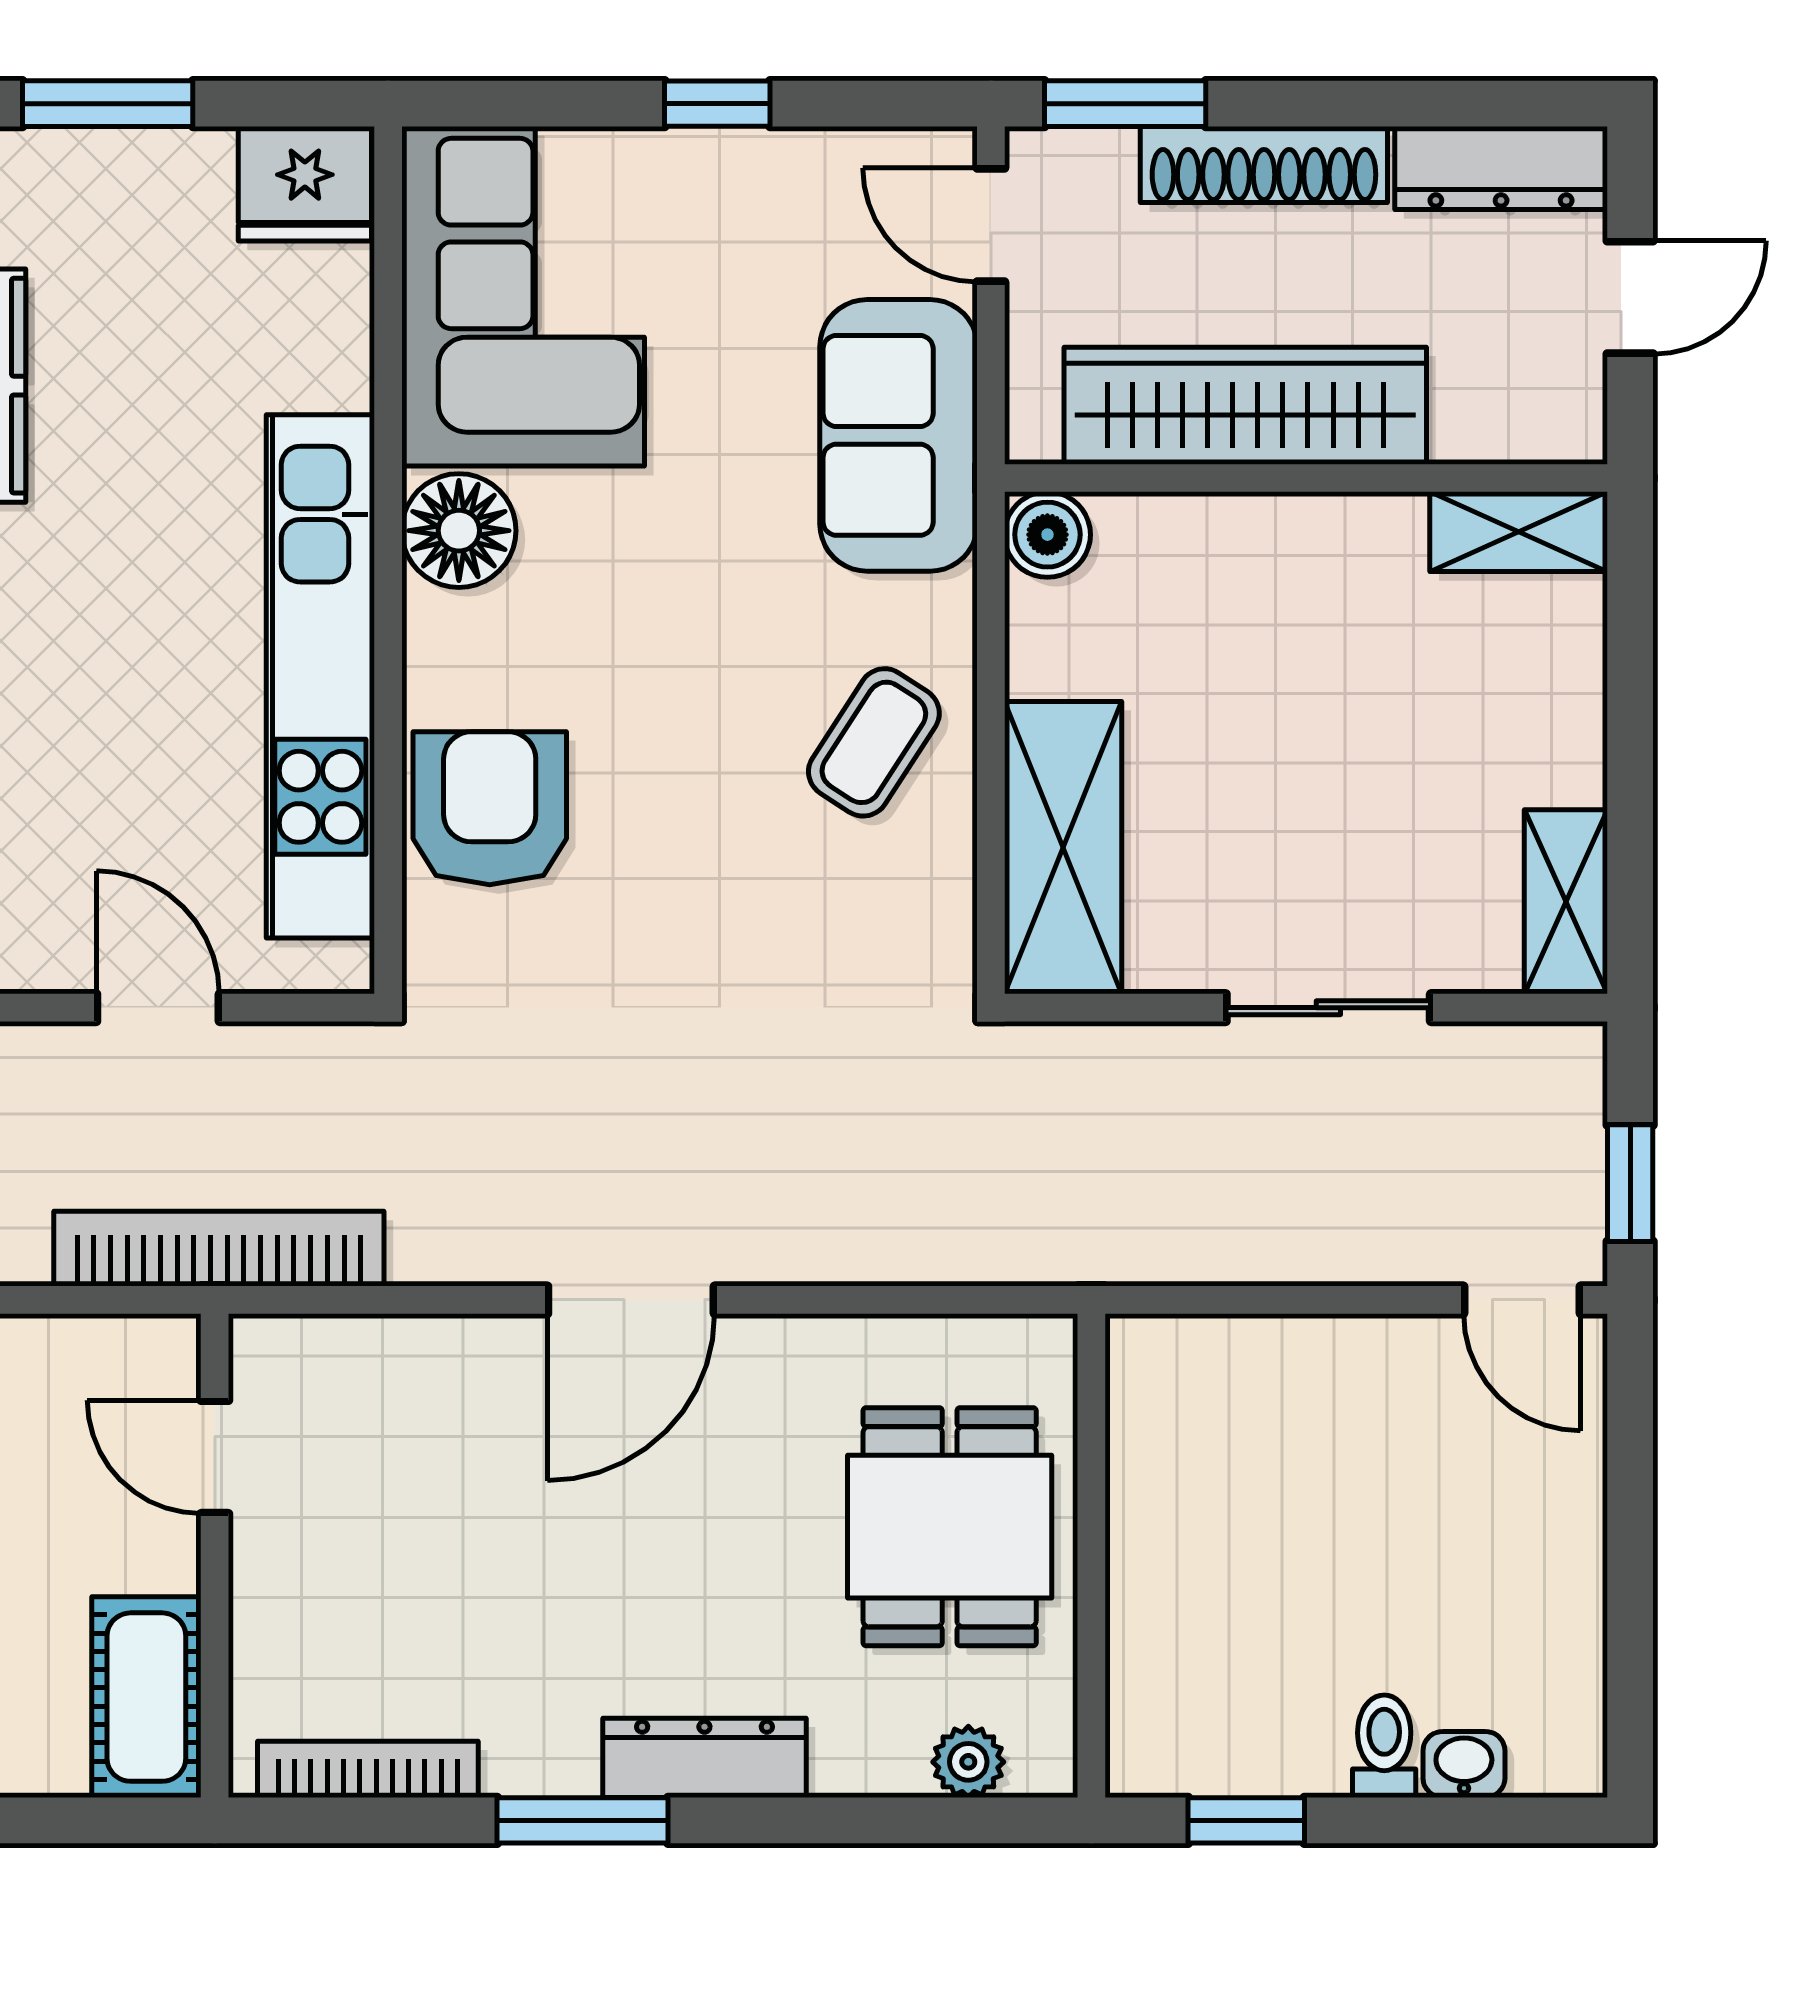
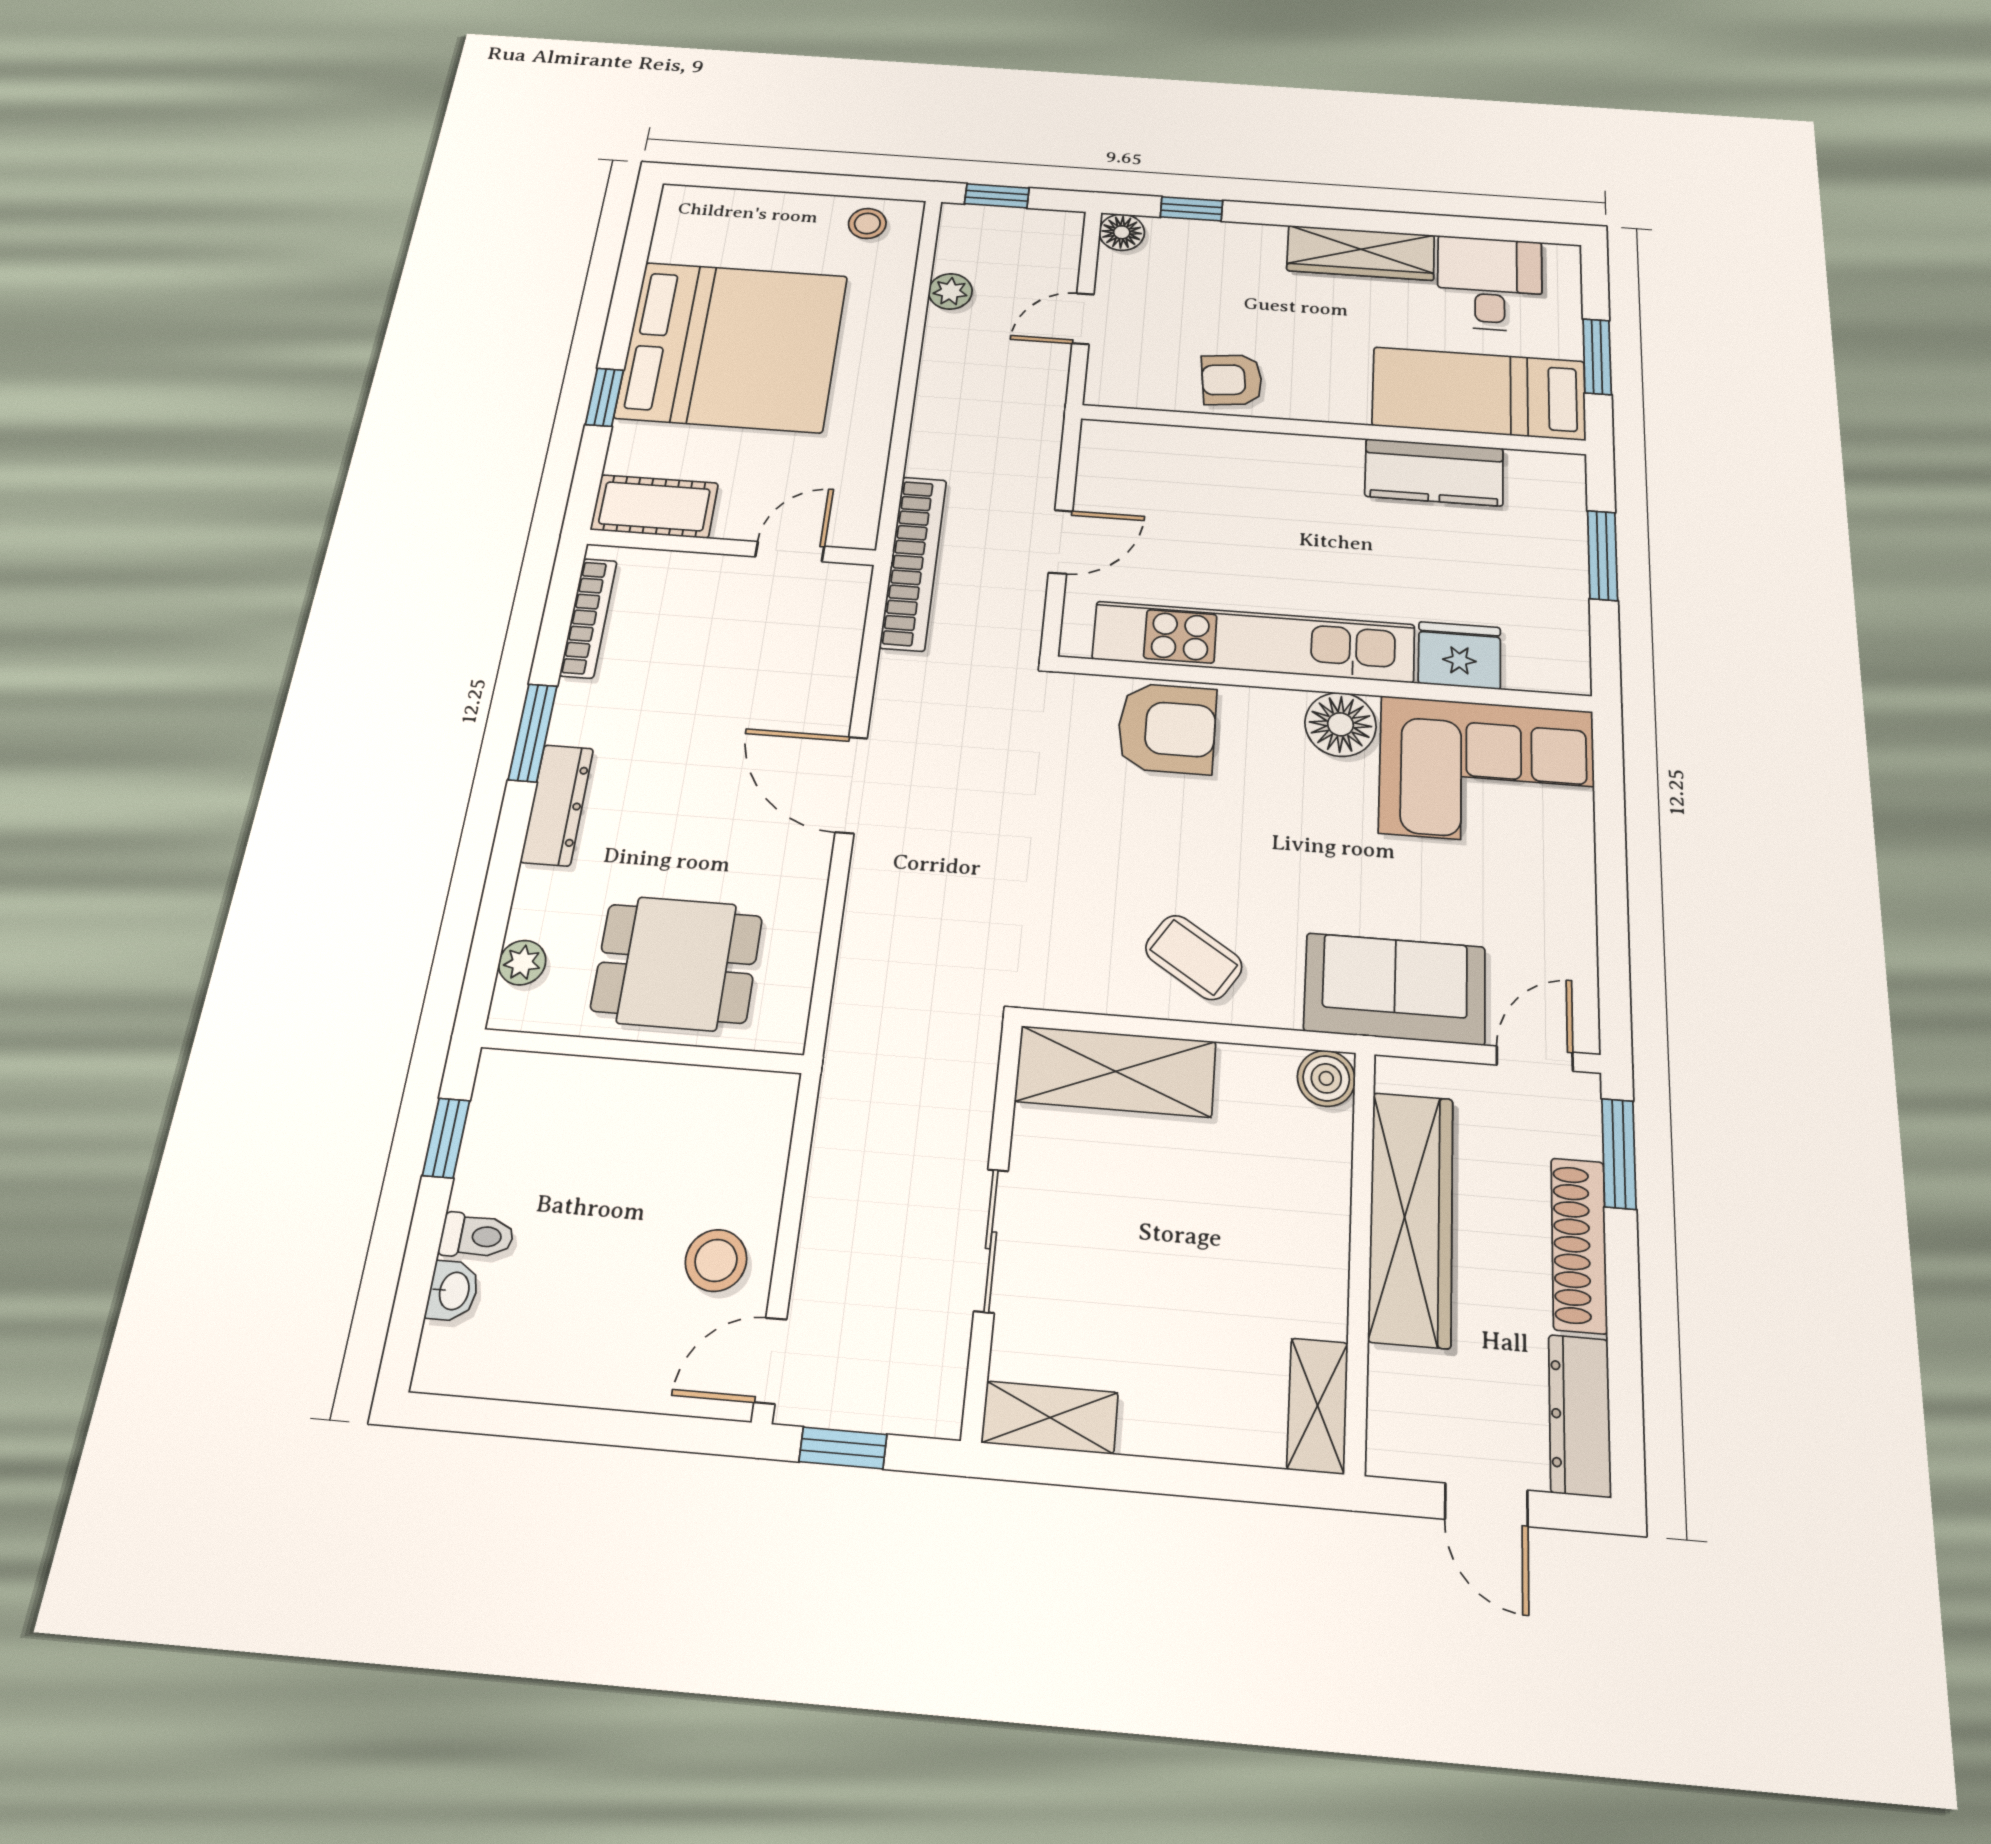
window: (717, 104) -> (1612, 895), removed
fridge: (305, 184) -> (1459, 655), moved, turned 90
stool: (1390, 1398) -> (716, 1260), added

